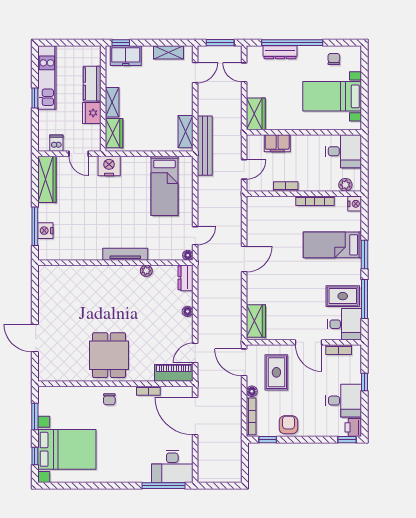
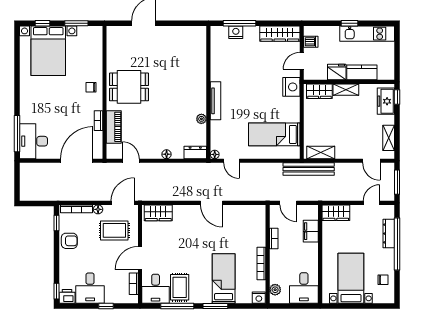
piano: (174, 373) -> (114, 127), moved

